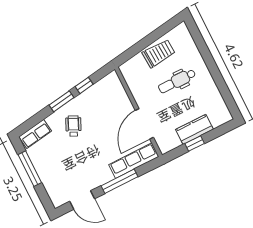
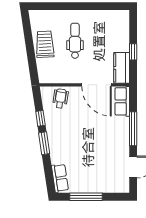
dental chair: (177, 81) -> (75, 41), turned 180
wheelchair: (73, 126) -> (60, 98), moved, turned 73
kitchen counter: (194, 129) -> (122, 68), moved
row of seats: (134, 161) -> (122, 101), width x0.68

